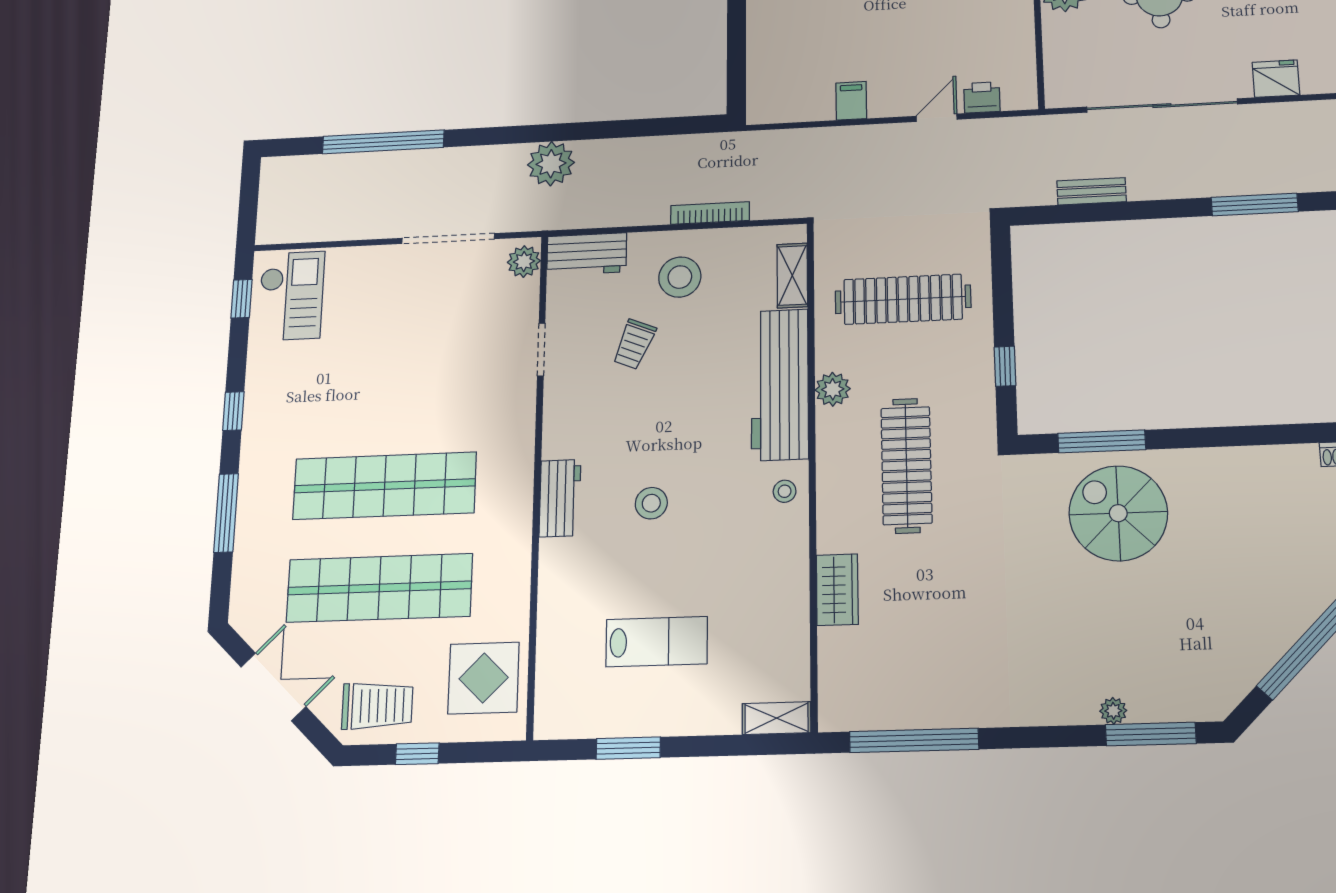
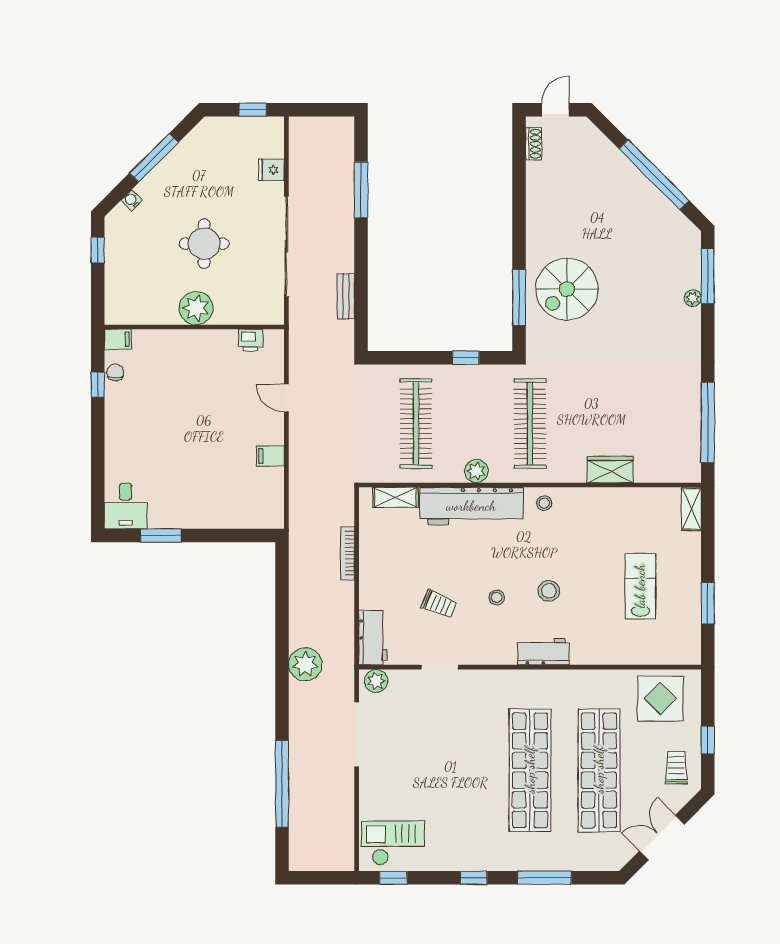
fridge: (1276, 79) -> (271, 170), width x0.72
printer: (982, 97) -> (251, 340), moved, turned -90
stool: (680, 277) -> (497, 597), moved, width x0.53, depth x0.53
clothes rail: (906, 465) -> (530, 424), turned 90
trolley: (377, 706) -> (676, 768), width x0.73, depth x0.72

